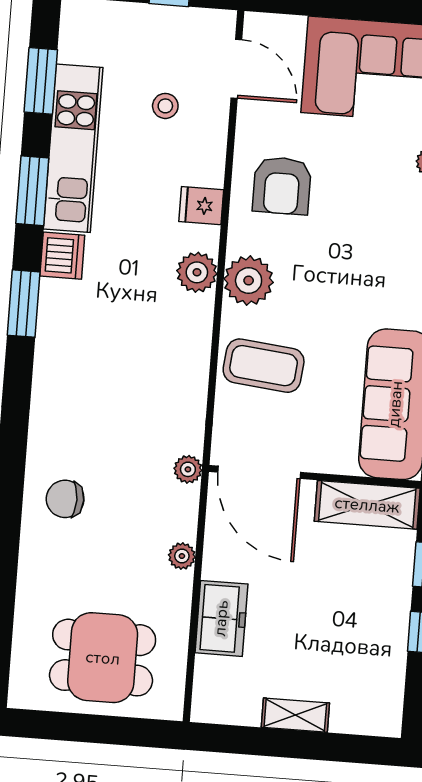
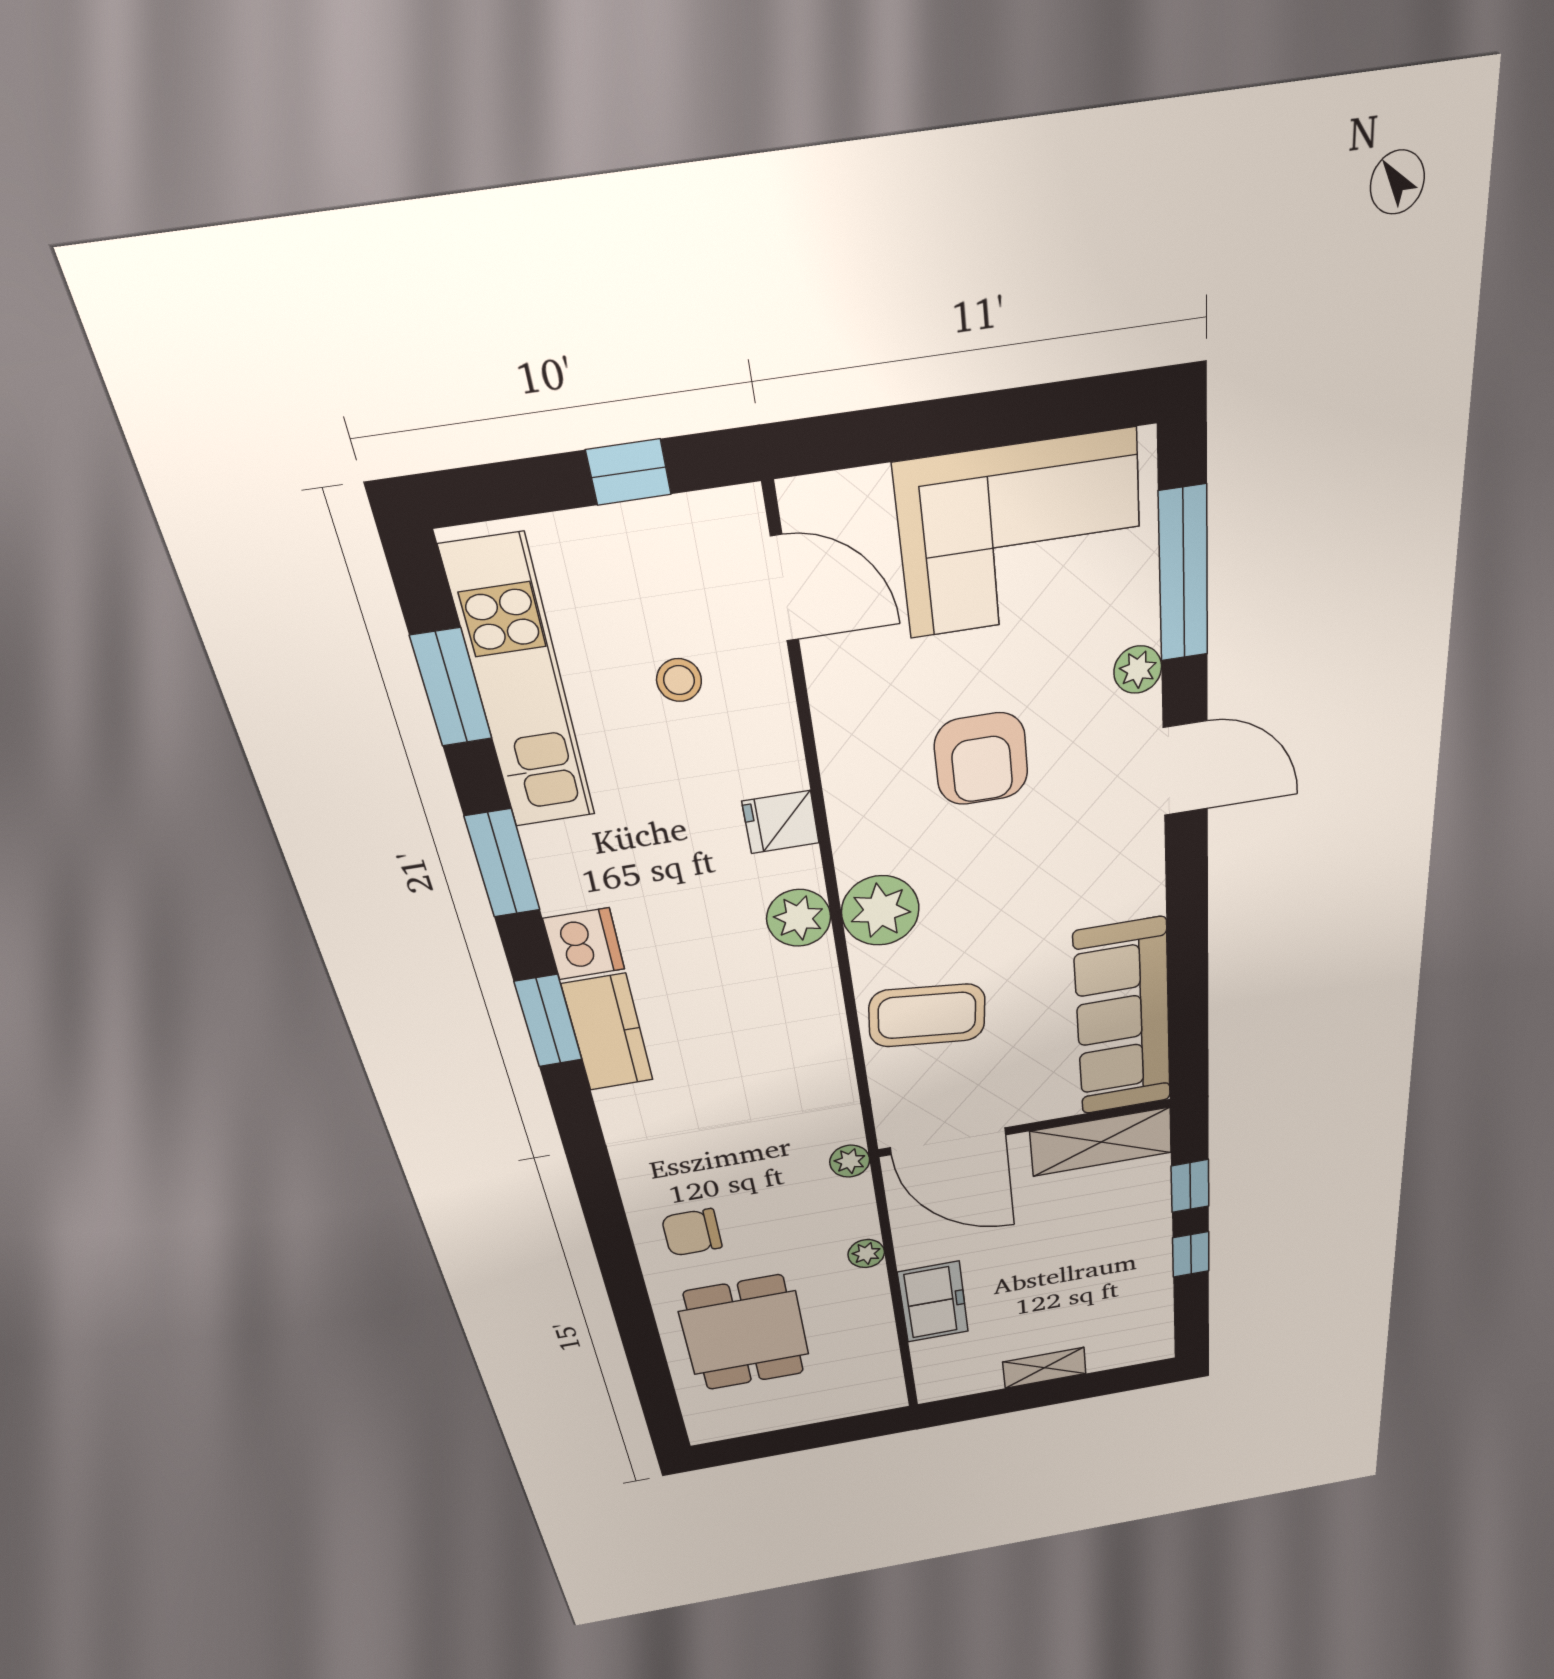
kitchen unit: (73, 148) -> (520, 686), moved
armchair: (282, 186) -> (981, 759), moved
kitchen counter: (57, 322) -> (608, 1033), added
dining table: (103, 658) -> (744, 1333), moved, turned 90

